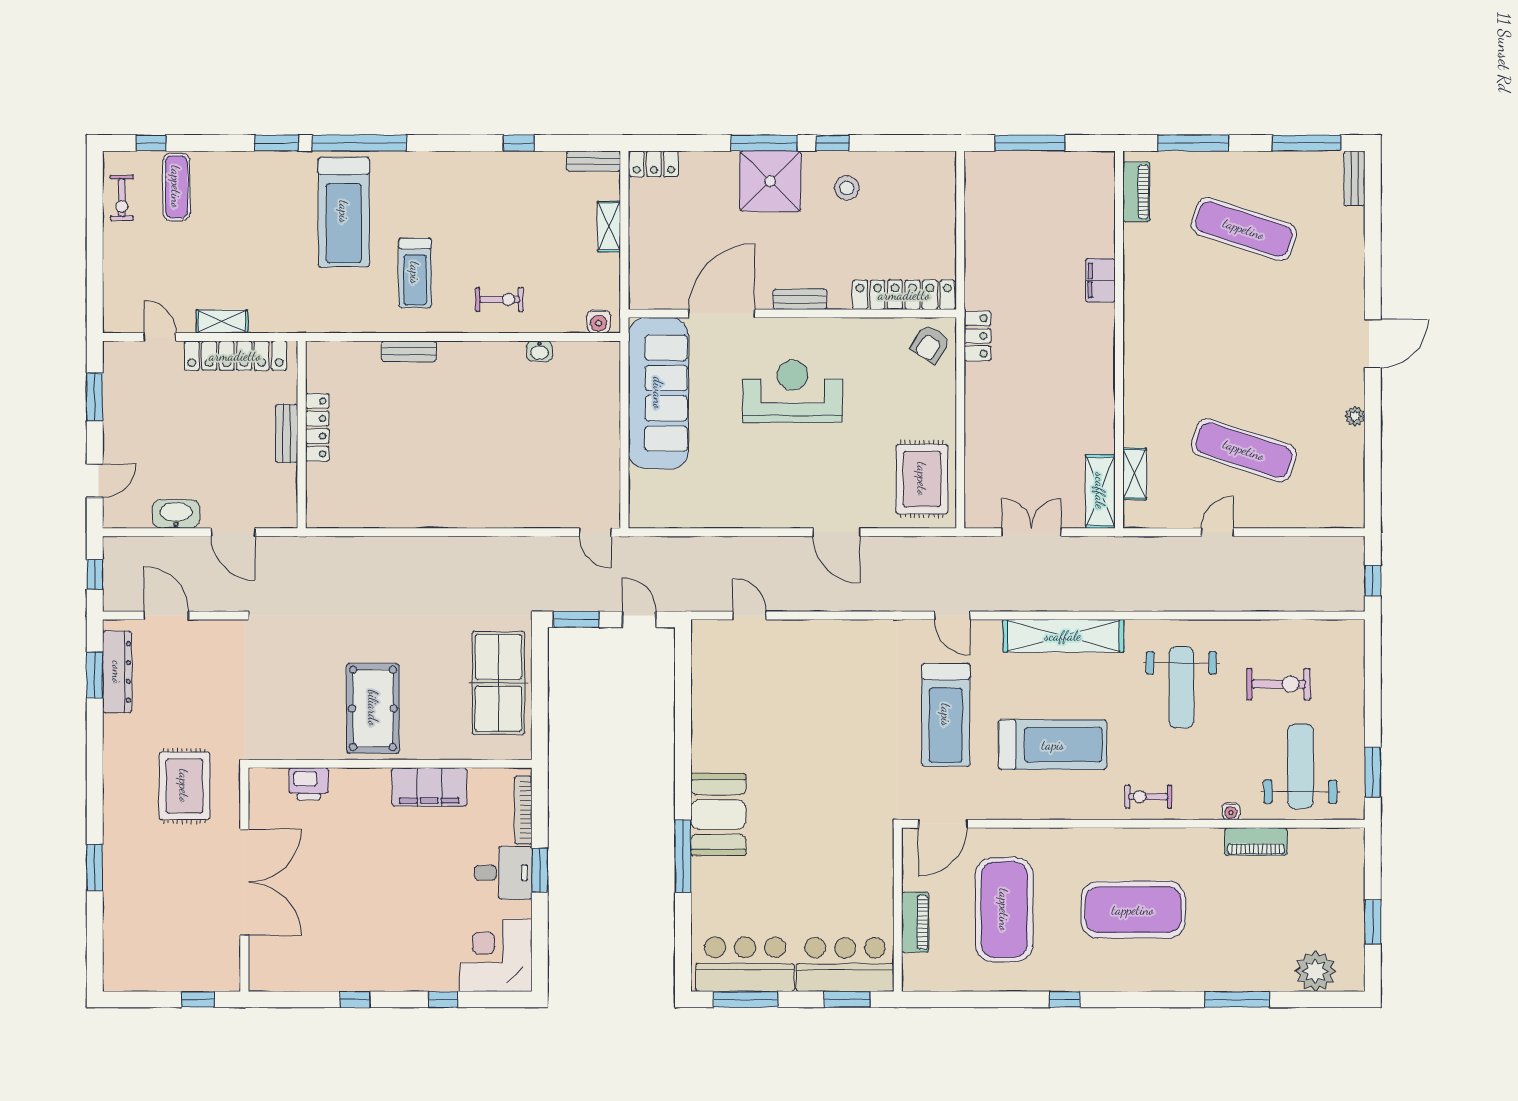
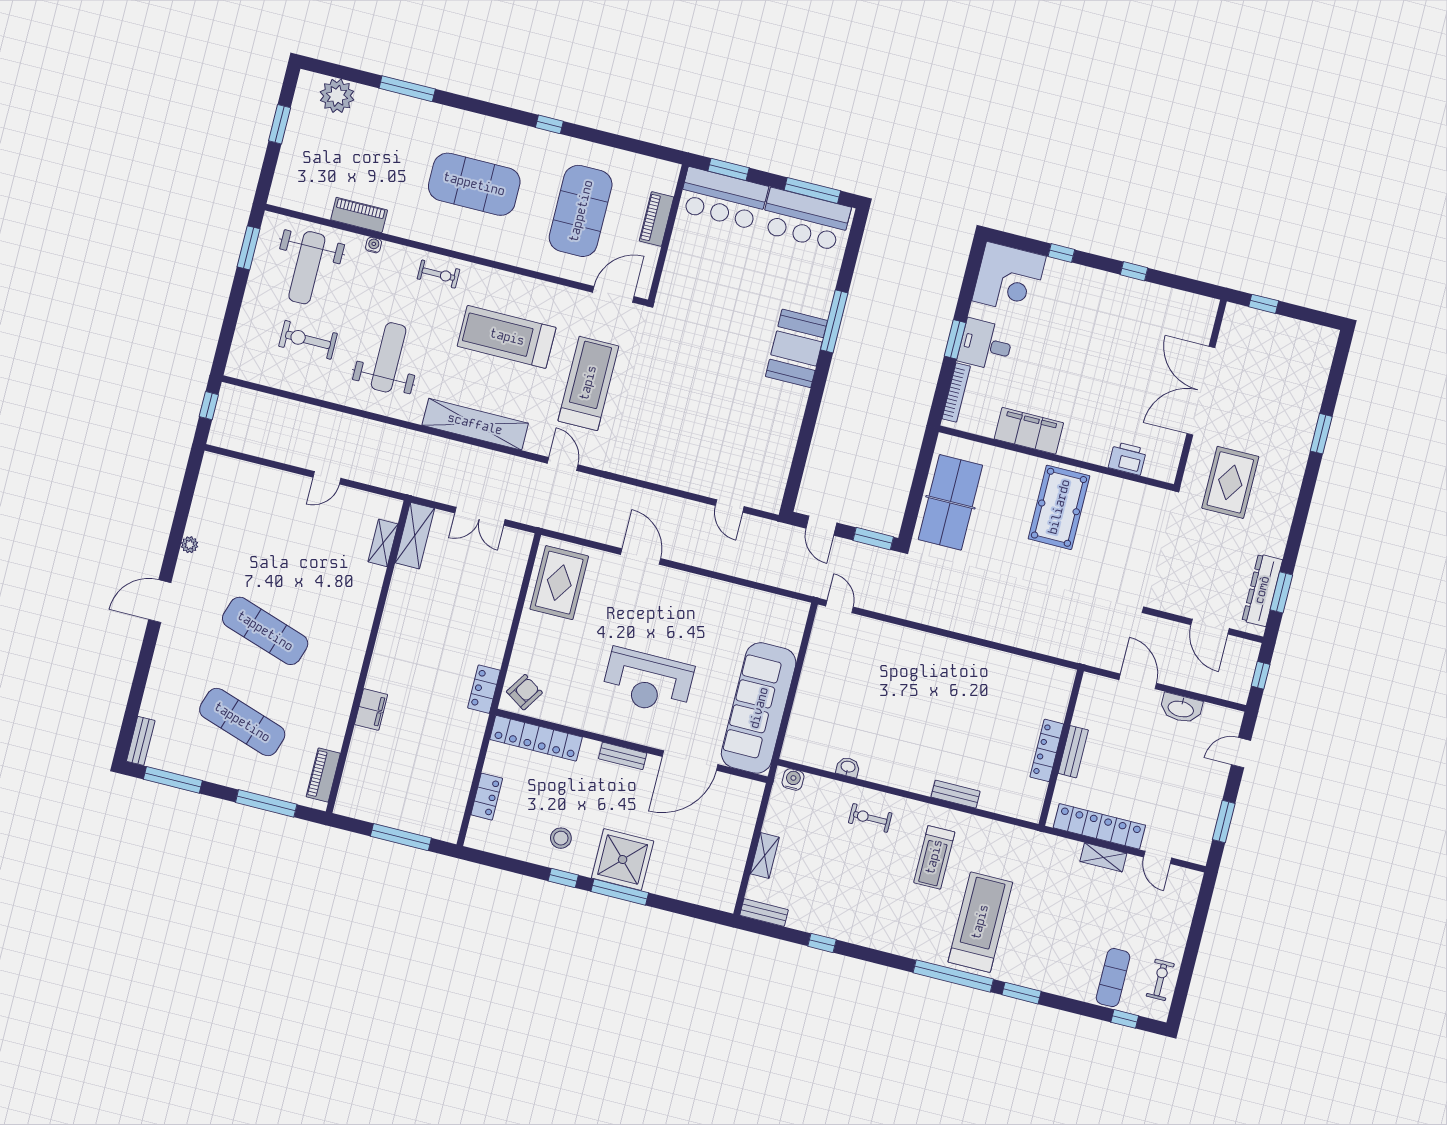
locker: (654, 164) -> (487, 797), moved, turned 90
treadmill: (415, 273) -> (934, 857), turned 180
exercise mat: (1244, 450) -> (265, 631), moved

